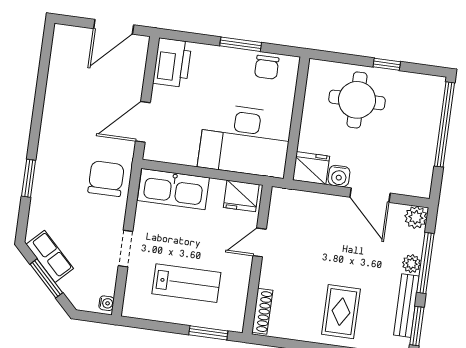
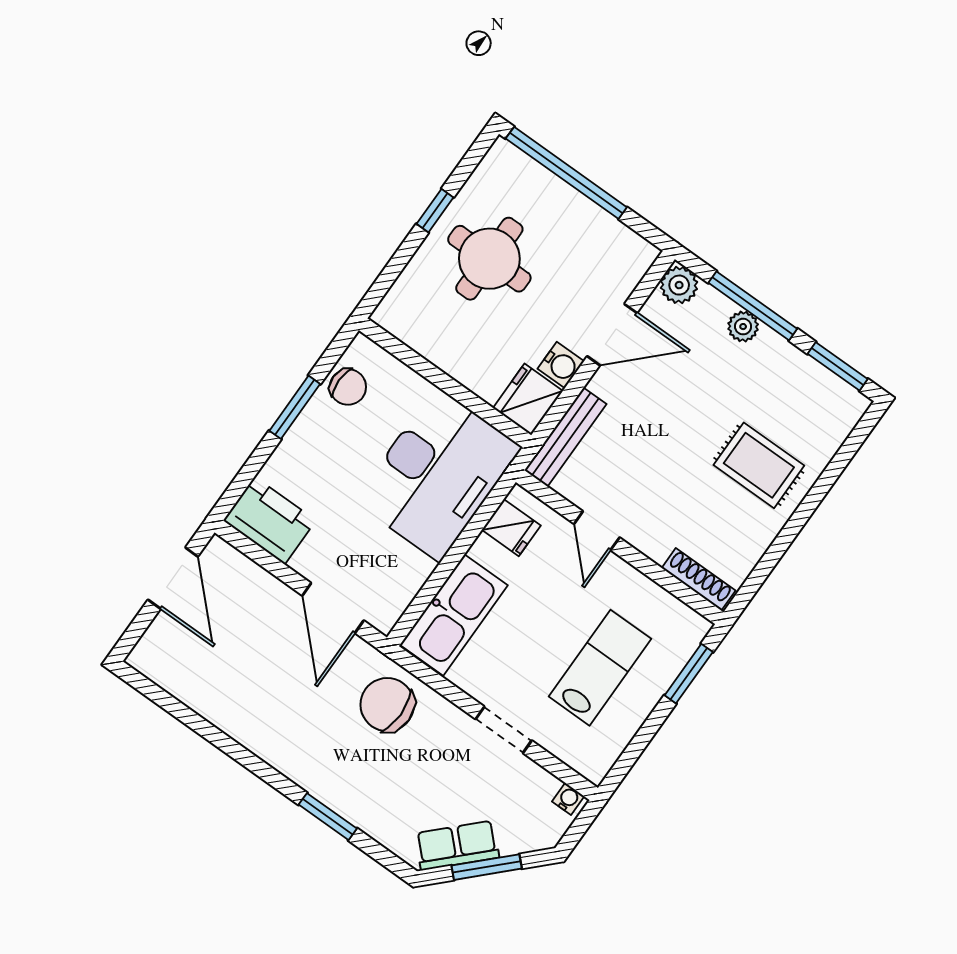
round table: (357, 100) -> (489, 259), moved
fridge: (241, 196) -> (511, 528), width x0.72
bench: (406, 306) -> (565, 437), moved, turned 90

